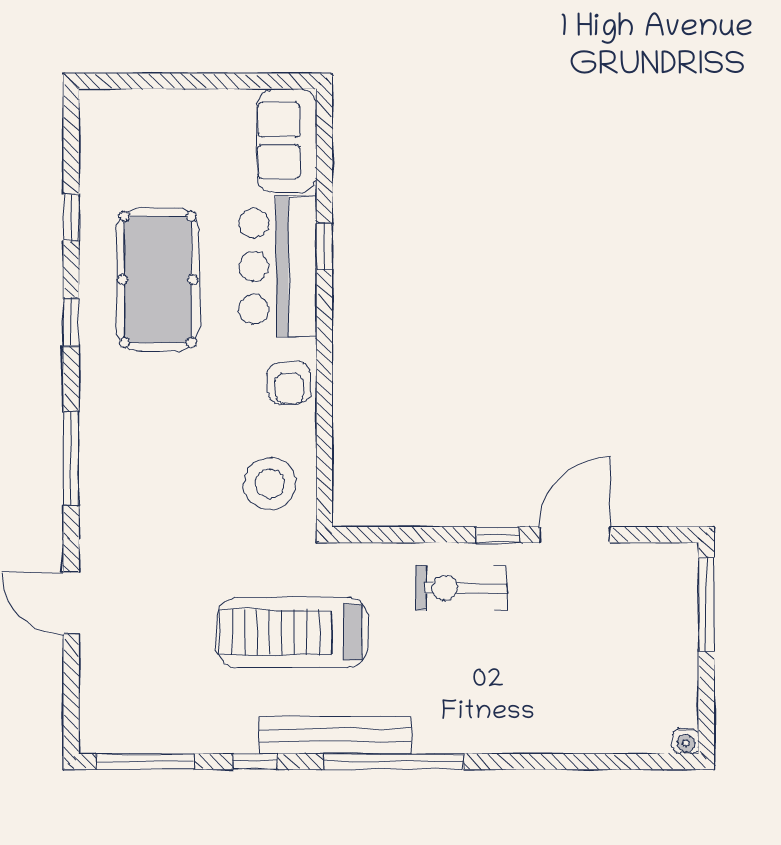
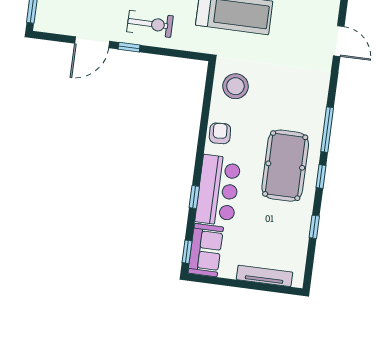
tv unit: (160, 104) -> (265, 276), added
window: (324, 132) -> (187, 252), added
pool table: (158, 279) -> (285, 166), moved
window: (71, 458) -> (327, 130), moved

